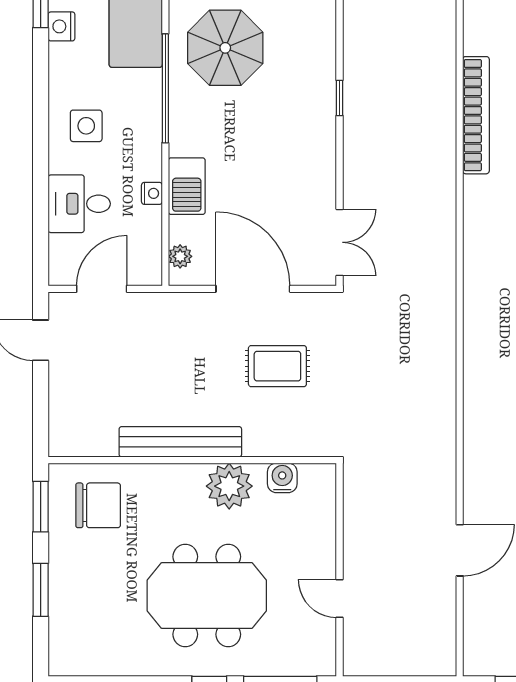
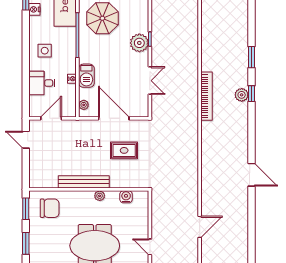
plant: (314, 107) -> (139, 43), added
bookcase: (476, 115) -> (206, 96), moved
double door: (340, 242) -> (150, 81), moved
plant: (229, 486) -> (100, 196), width x0.53, depth x0.53

